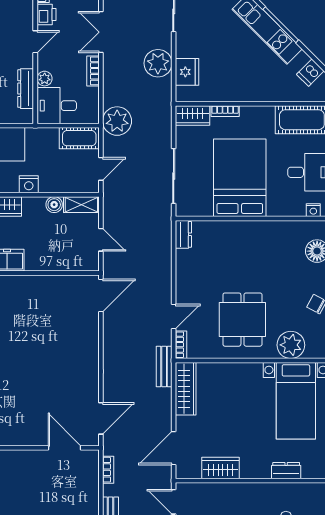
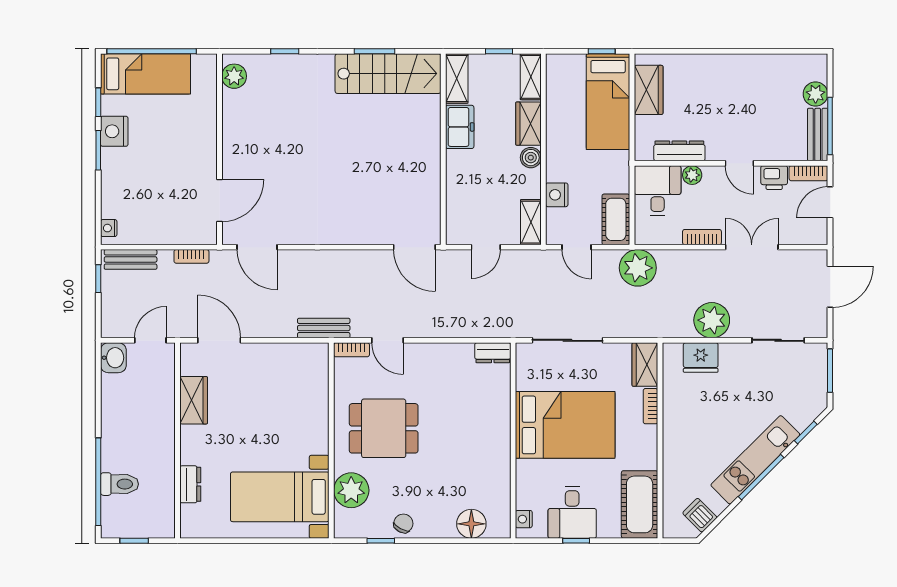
nightstand: (29, 184) -> (557, 195), moved
boiler: (54, 205) -> (531, 158), moved
wardrobe: (186, 389) -> (295, 356), removed

